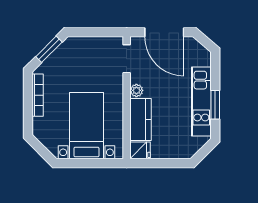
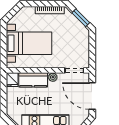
door: (164, 32) -> (92, 96), hinge flipped

